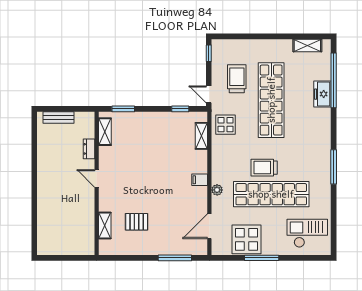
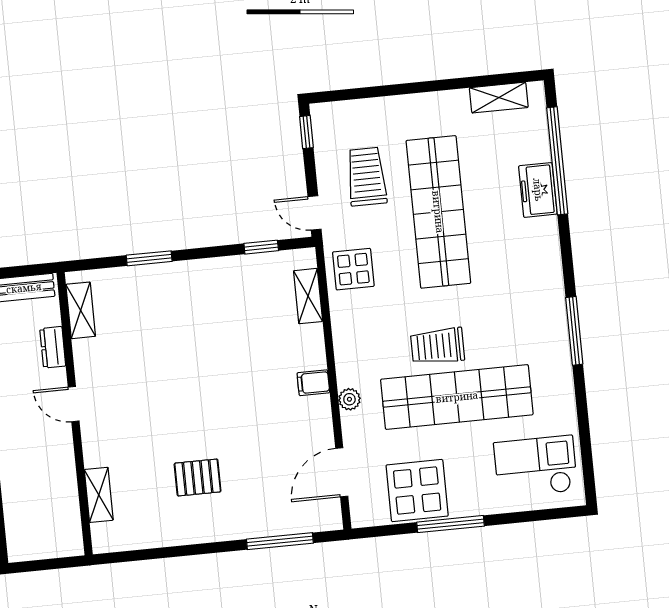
shelving: (105, 132) -> (81, 310), moved
dresser: (89, 149) -> (53, 347), moved
door: (97, 178) -> (74, 404), moved
wall: (97, 183) -> (75, 414), moved
shelving: (105, 226) -> (99, 495), moved

